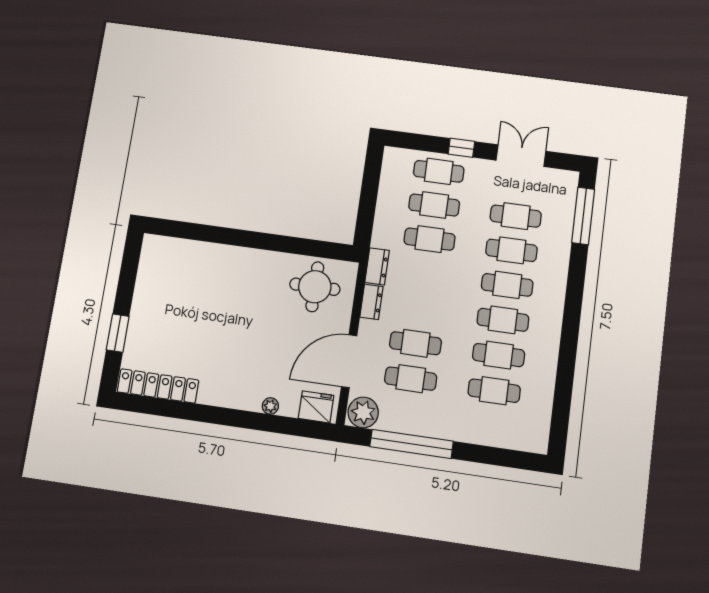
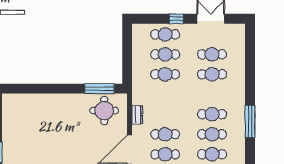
window: (583, 216) -> (250, 121), moved
window: (312, 248) -> (99, 89), added
dresser: (377, 266) -> (138, 94), removed
cafe table: (507, 285) -> (212, 94), removed

